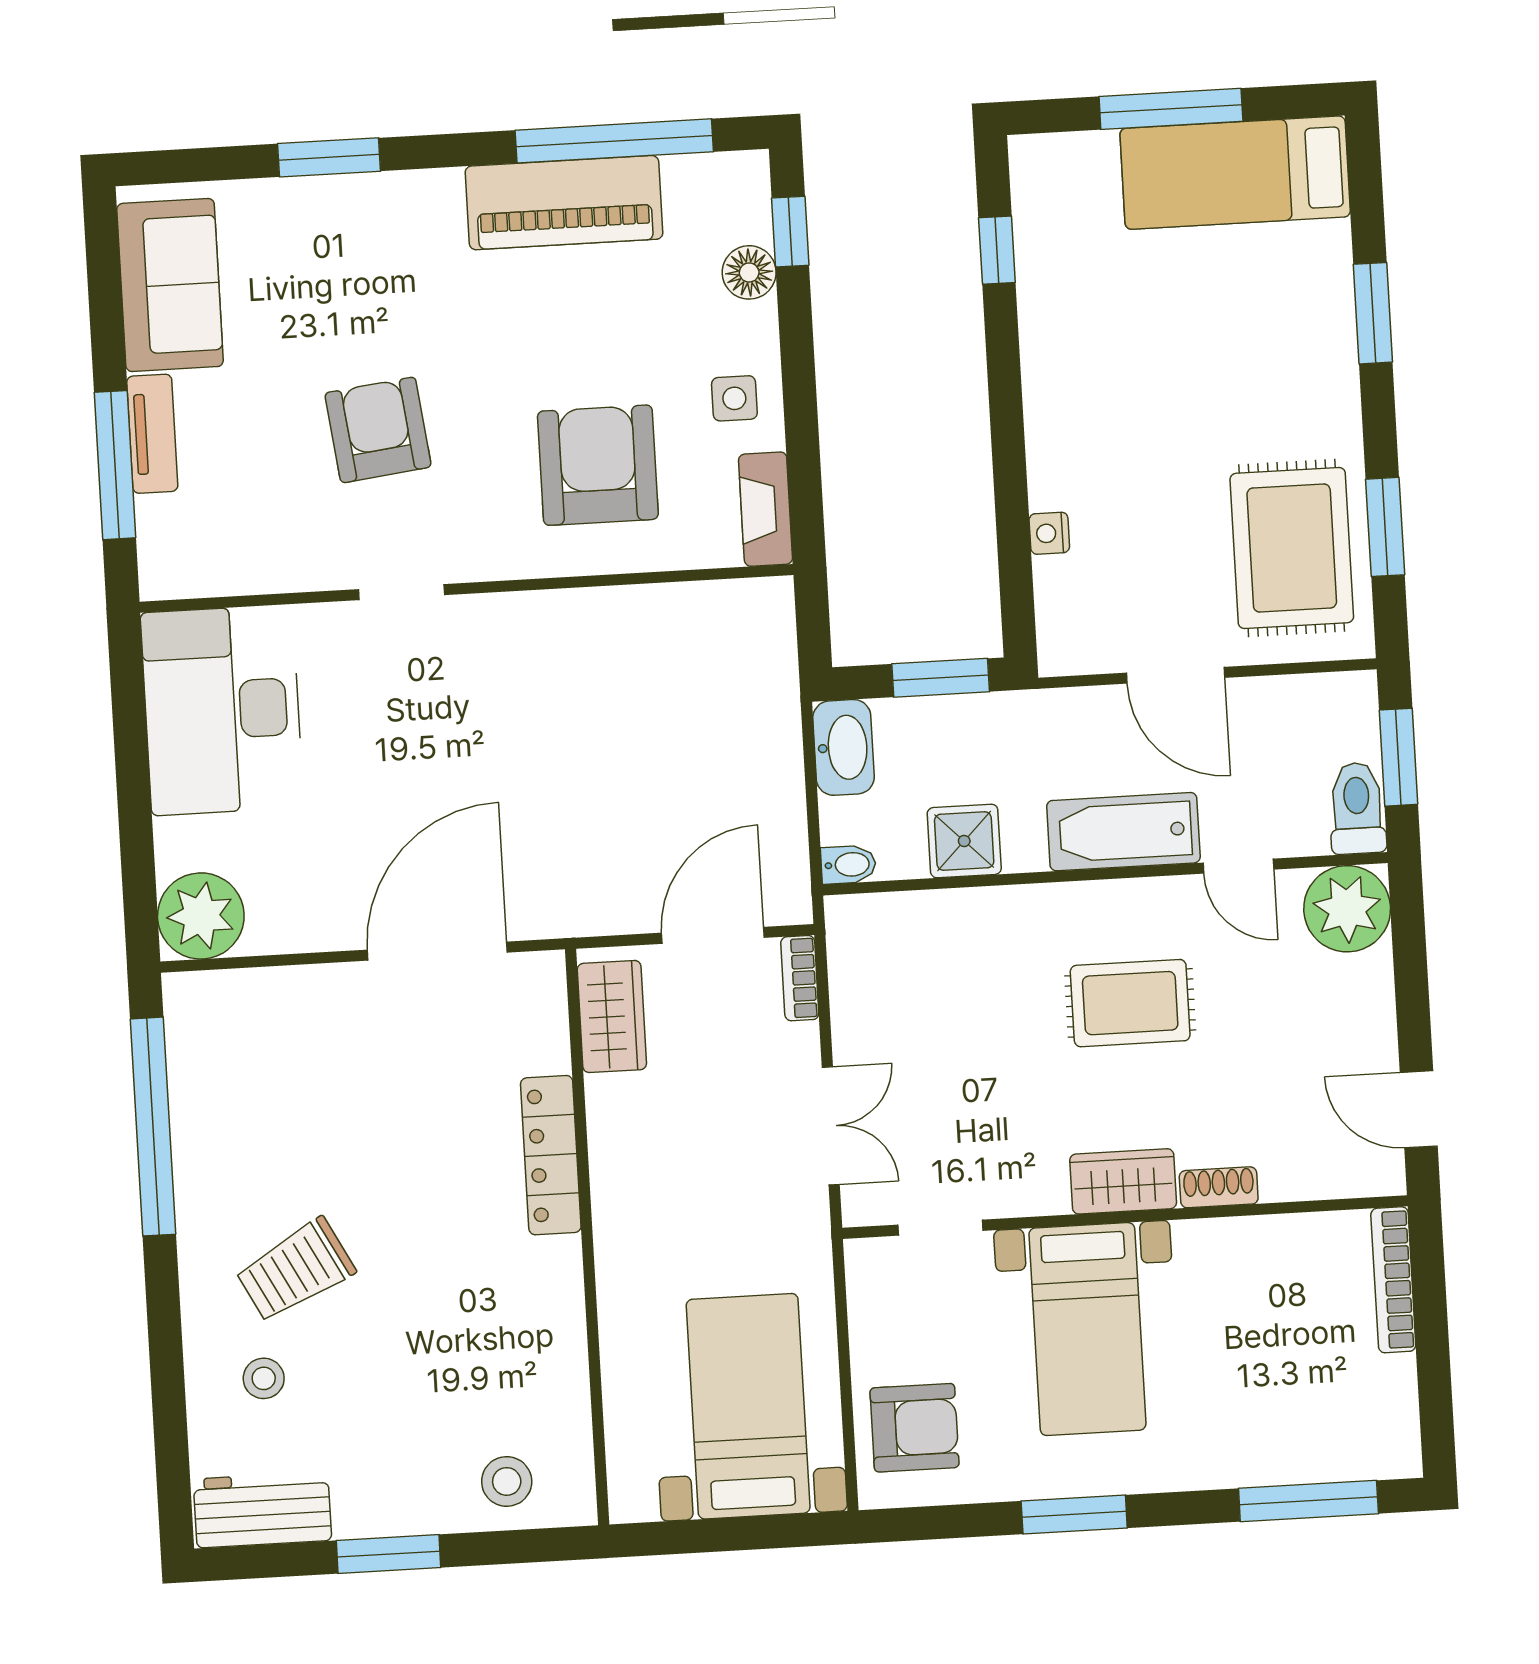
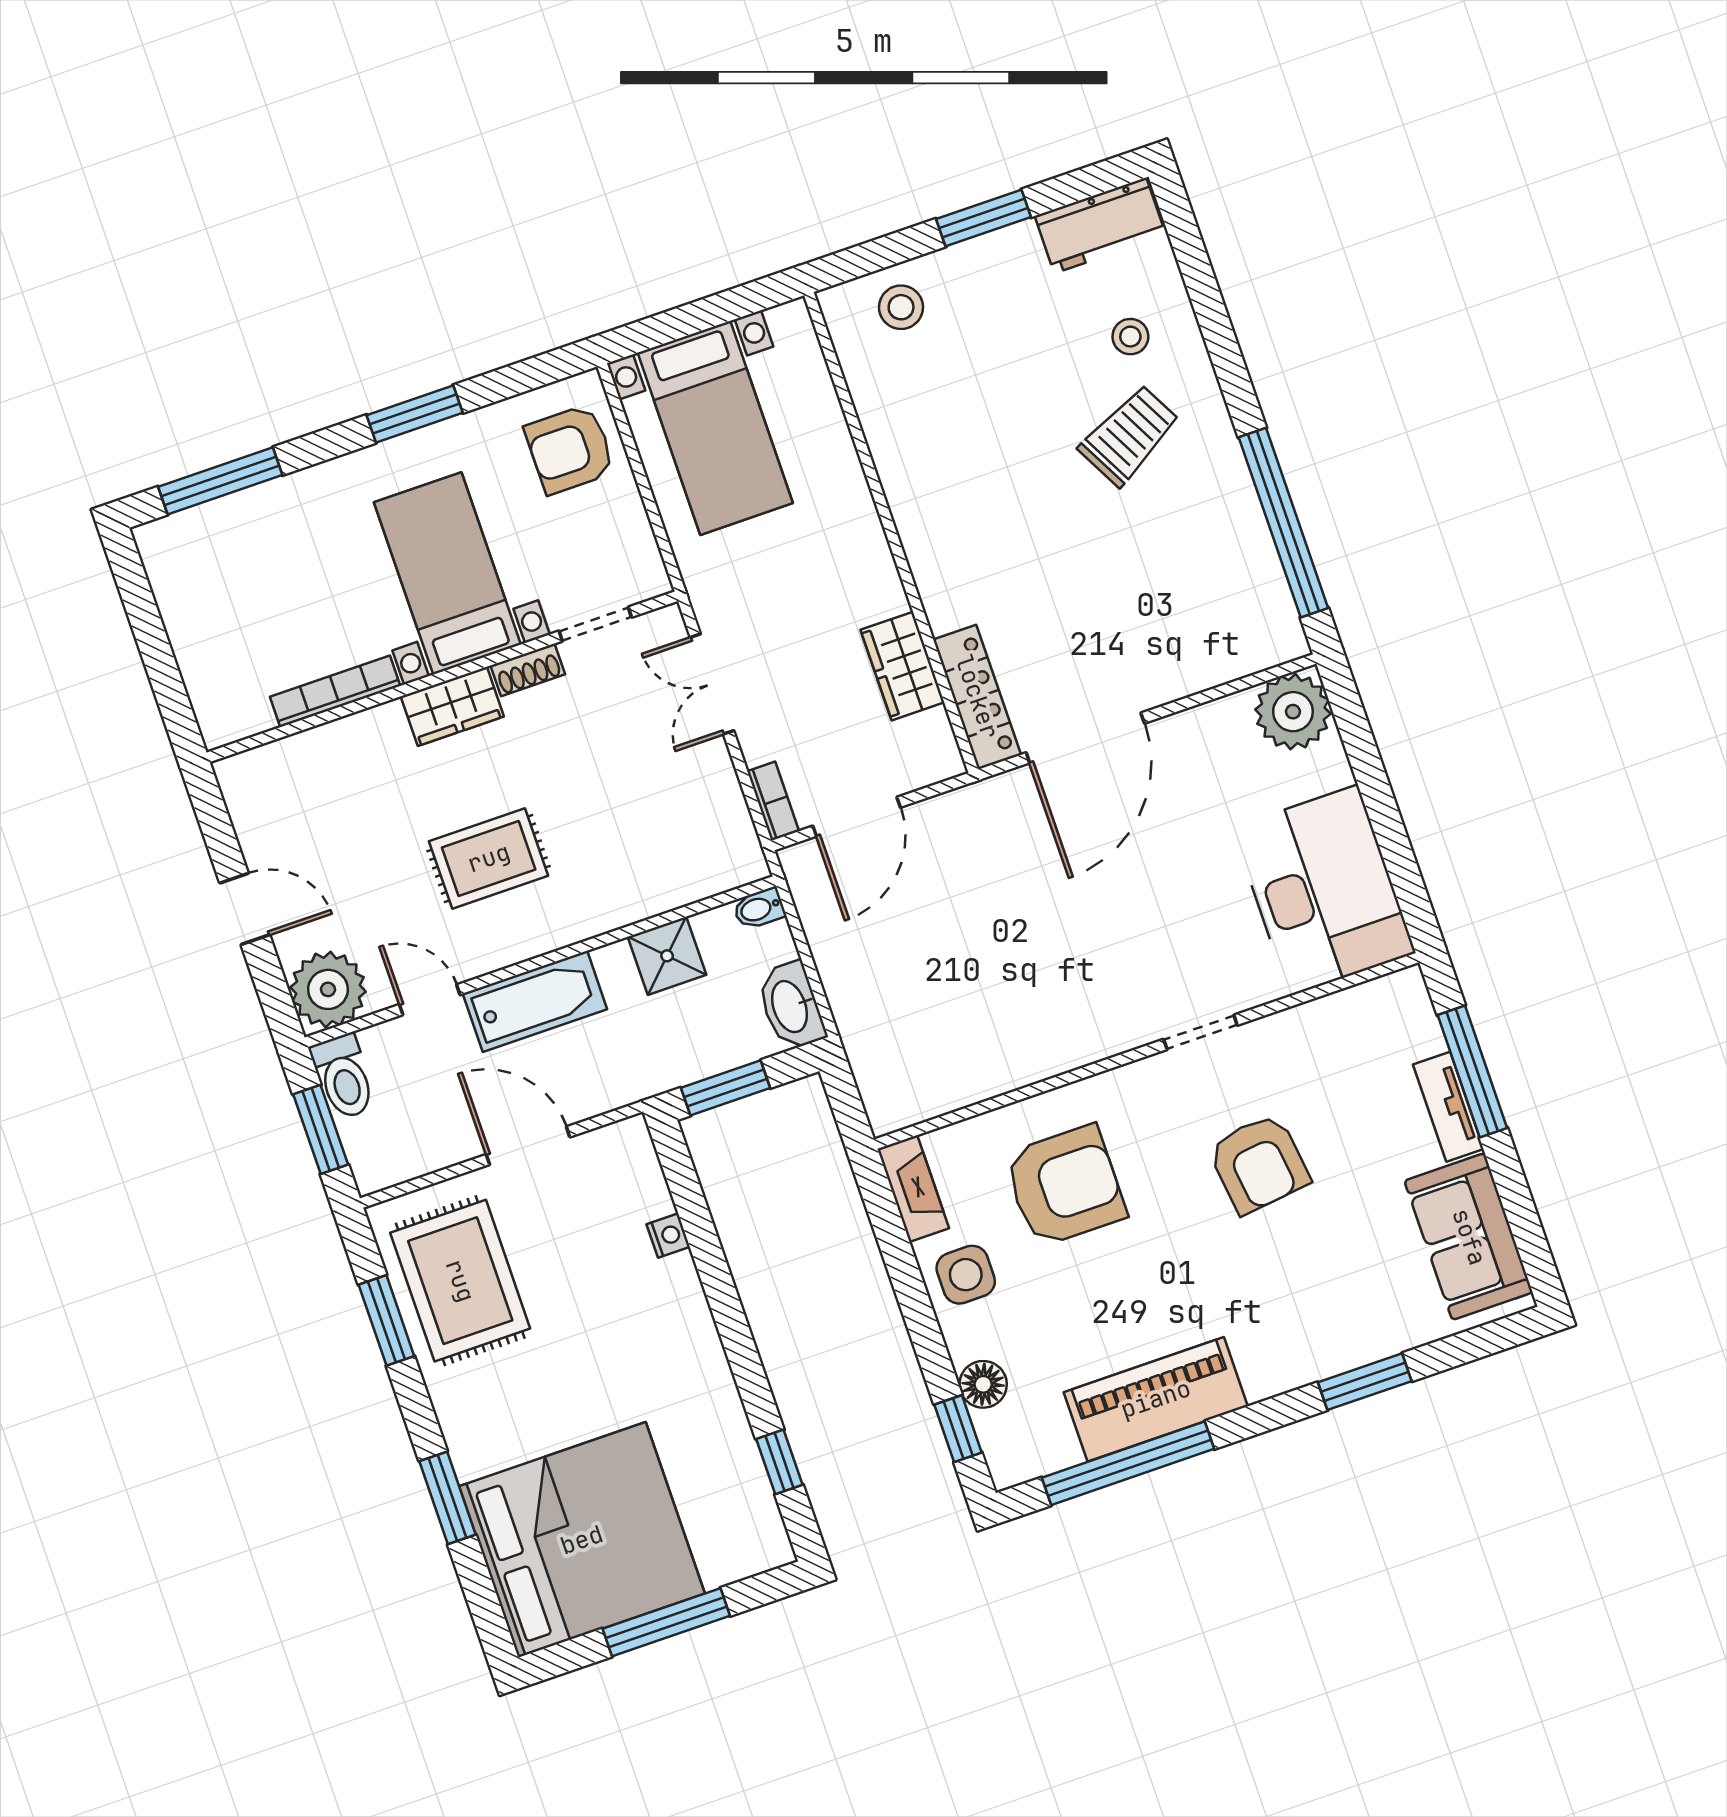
bed: (1235, 173) -> (582, 1540), width x2.04
side table: (734, 398) -> (966, 1275), width x1.37, depth x1.37
armchair: (598, 465) -> (1065, 1186), turned -90
wardrobe: (612, 1016) -> (902, 666), moved
door: (1419, 1109) -> (245, 909), moved
locker: (551, 1155) -> (977, 697), moved
shoe rack: (1219, 1187) -> (528, 670), moved
bookcase: (1393, 1280) -> (335, 691), moved, turned -90

